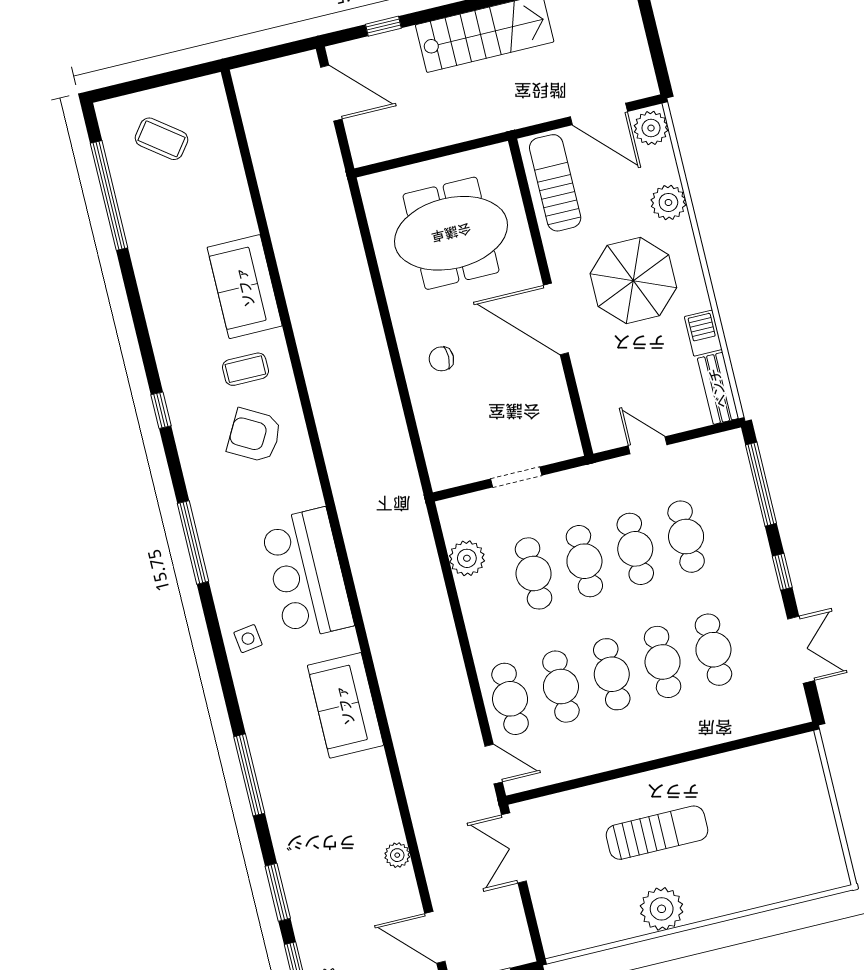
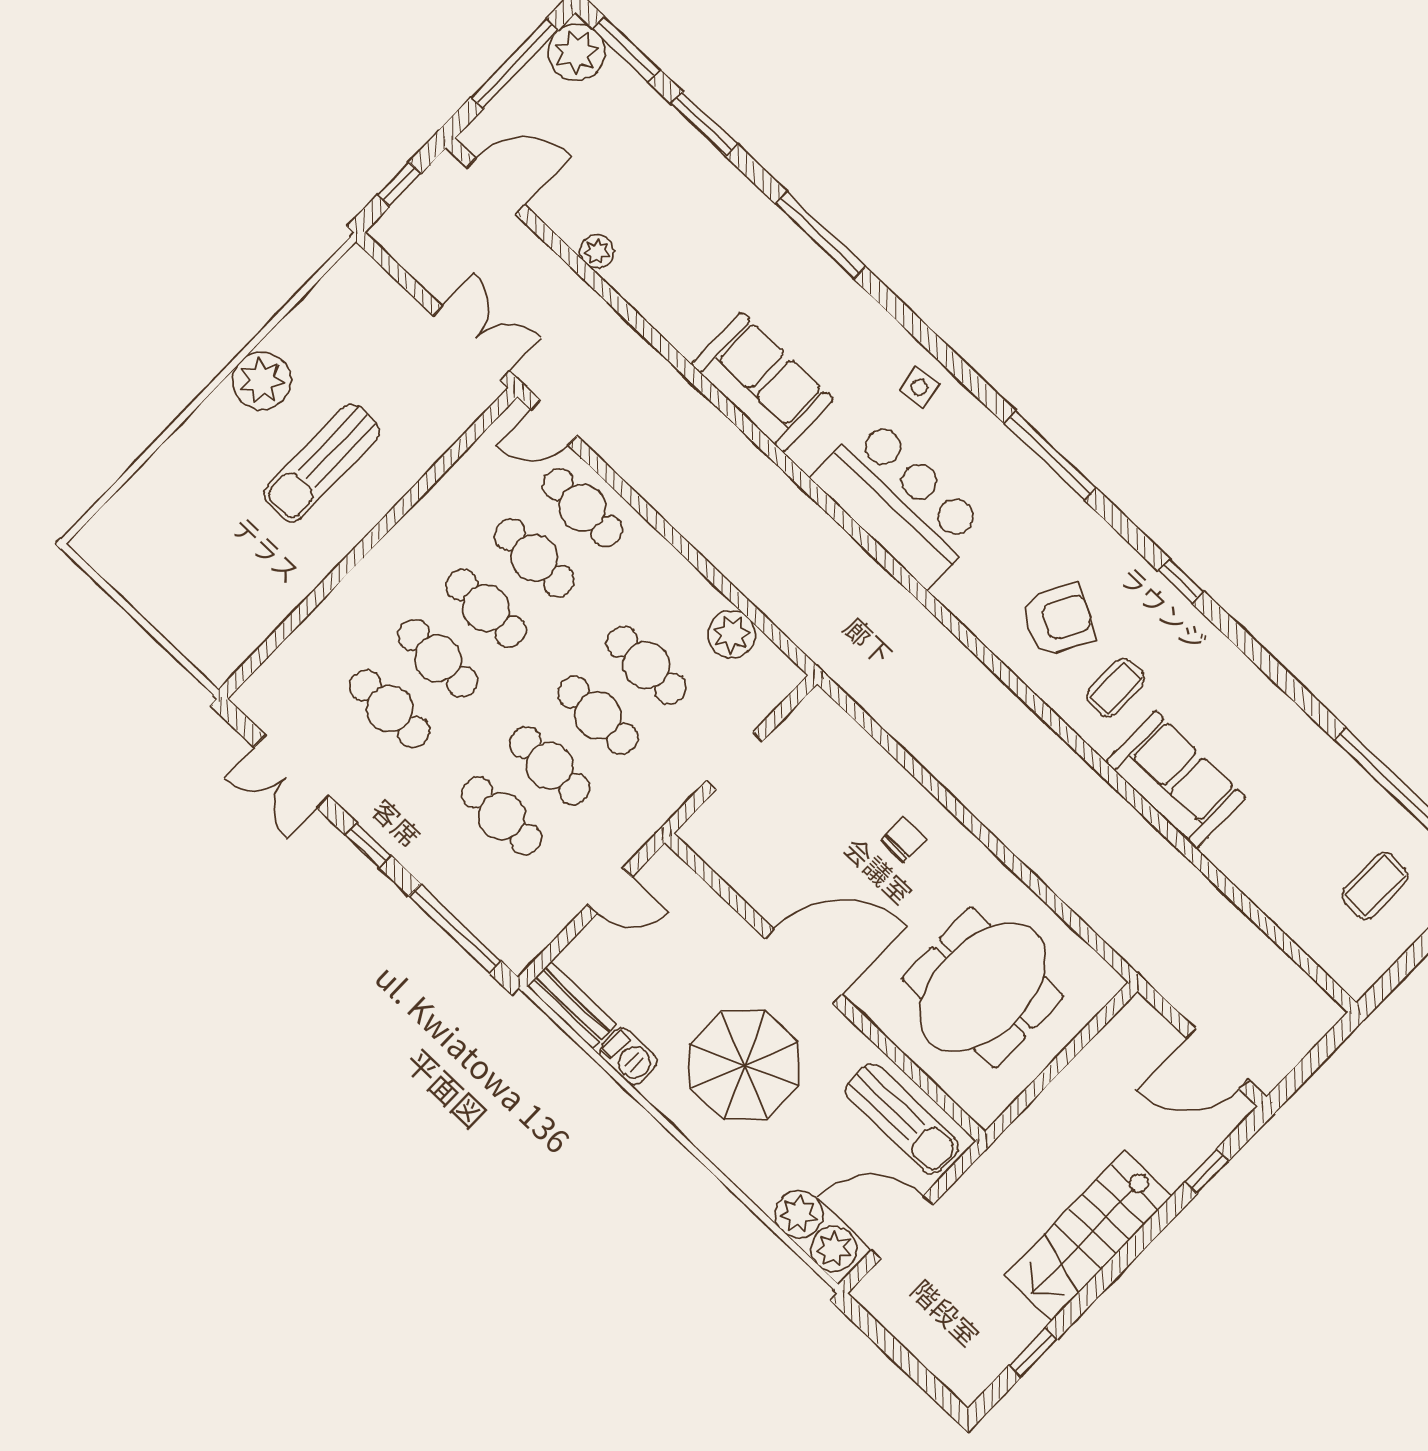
coffee table: (162, 139) -> (1375, 886), turned -37
plant: (668, 202) -> (799, 1214), moved

